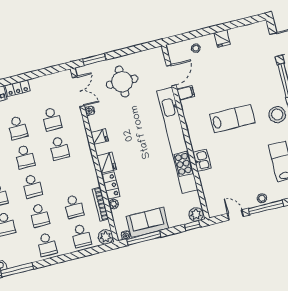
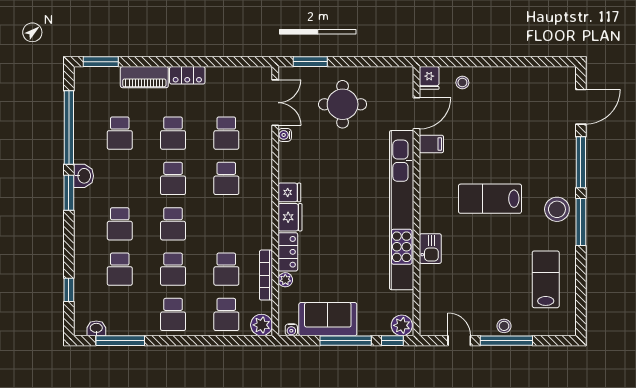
fridge: (222, 39) -> (429, 78), moved
lab bench: (232, 119) -> (490, 199), turned 180
fridge: (99, 137) -> (289, 192), moved
window: (144, 238) -> (346, 341), moved

